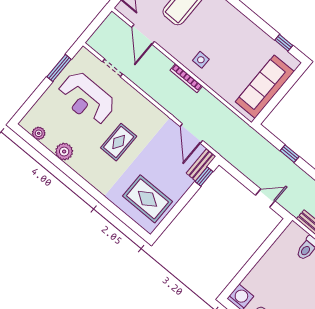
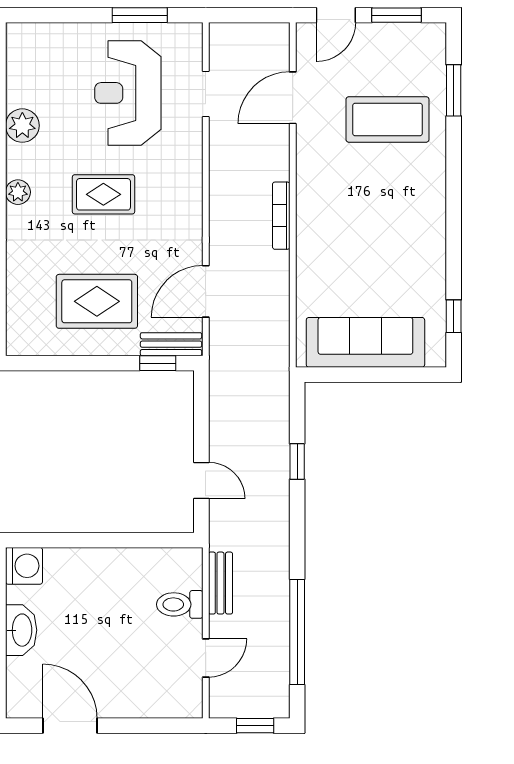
side table: (201, 60) -> (326, 215), removed
plant: (39, 133) -> (18, 192), moved
rug: (147, 199) -> (97, 301), moved, turned 90

